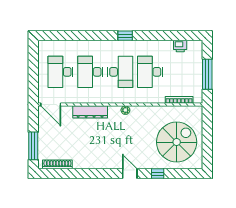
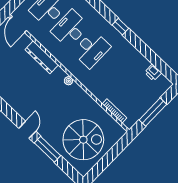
desk: (150, 72) -> (113, 70), removed
window: (158, 174) -> (48, 149), width x2.17

